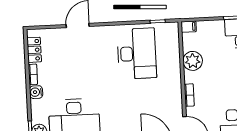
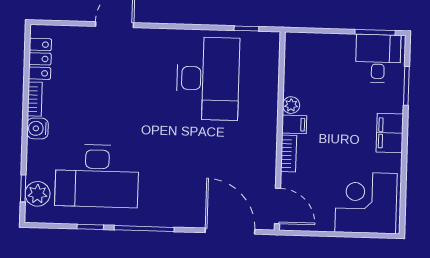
filing cabinet: (189, 27) -> (294, 124), moved
plant: (193, 61) -> (291, 105), width x0.53, depth x0.53

